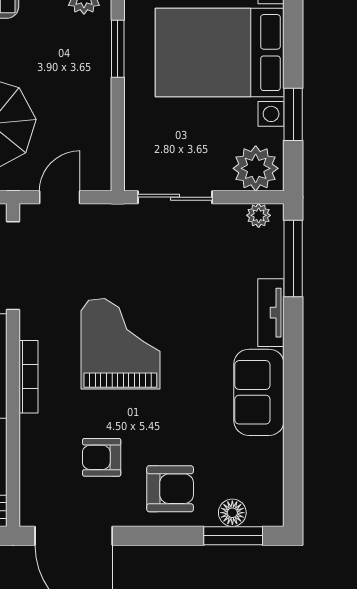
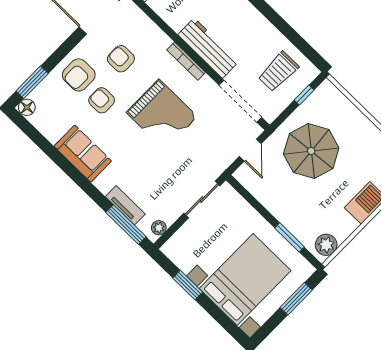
plant: (256, 168) -> (180, 246), removed
tv unit: (271, 313) -> (125, 205), moved
armchair: (174, 432) -> (102, 100), added
armchair: (102, 457) -> (121, 59), turned -90
floor lamp: (232, 513) -> (27, 107), moved

